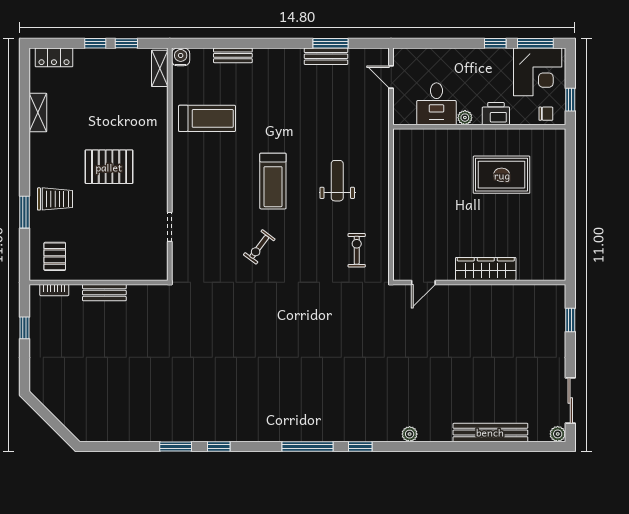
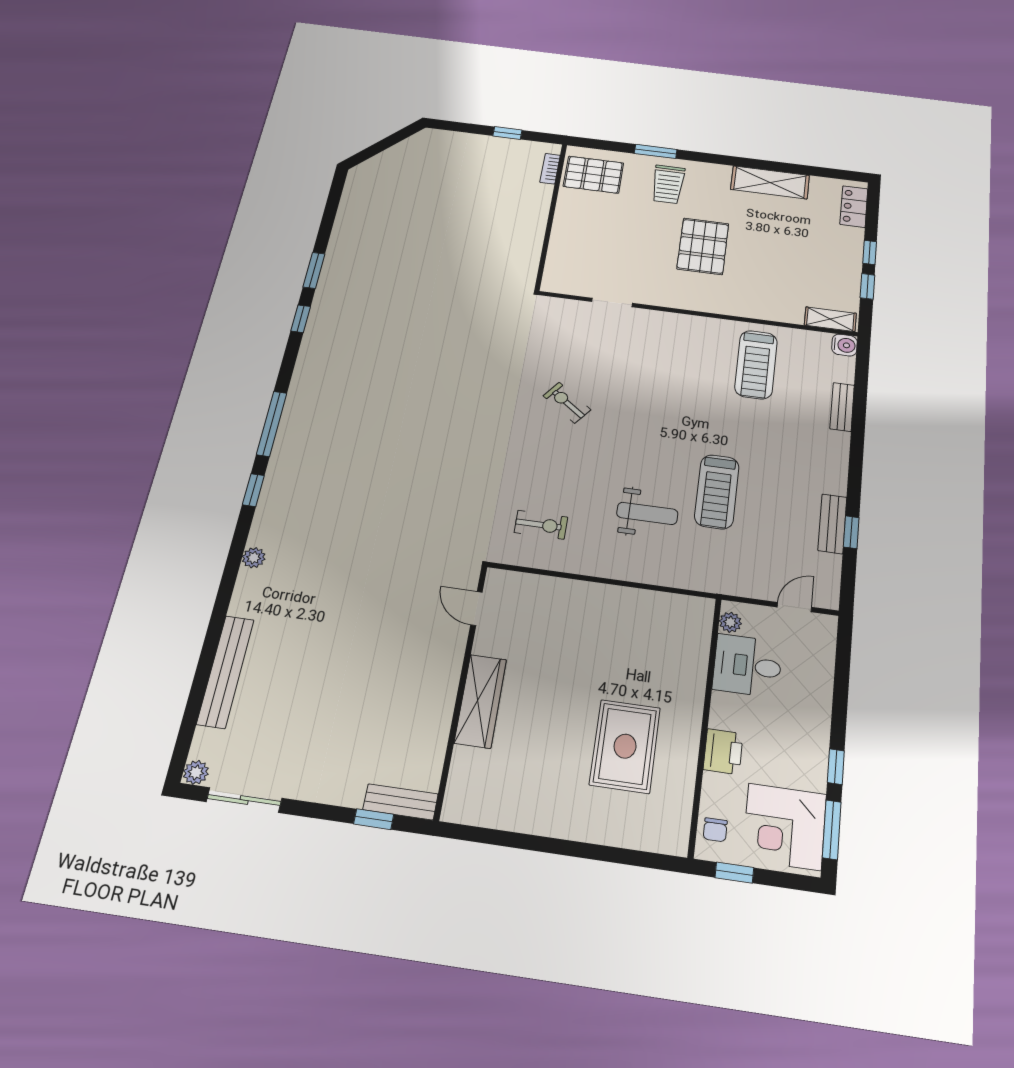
window: (330, 43) -> (851, 532), width x0.67
shelving: (38, 113) -> (770, 182), width x1.50, depth x1.33
plant: (465, 118) -> (730, 622), moved
treadmill: (273, 181) -> (717, 492), moved, turned -90
pallet: (55, 256) -> (593, 175), width x1.50, depth x1.42
bench: (104, 293) -> (400, 802), moved, turned 90

